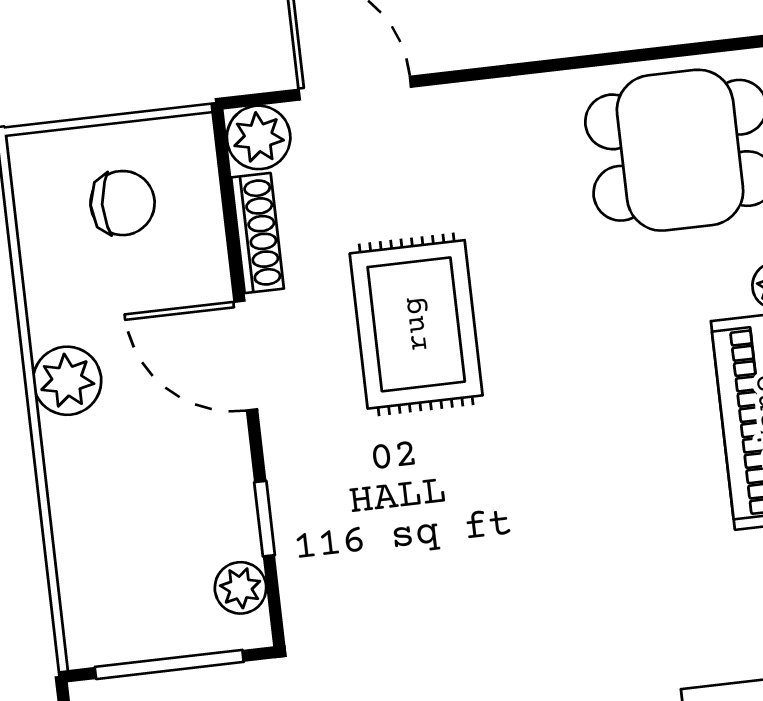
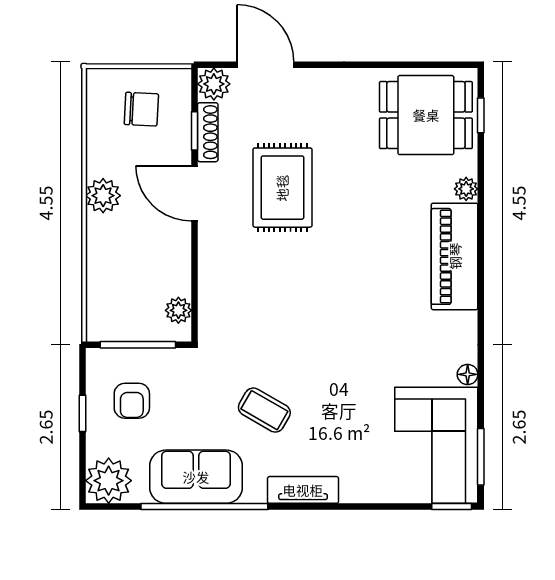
window: (265, 519) -> (195, 131), moved

